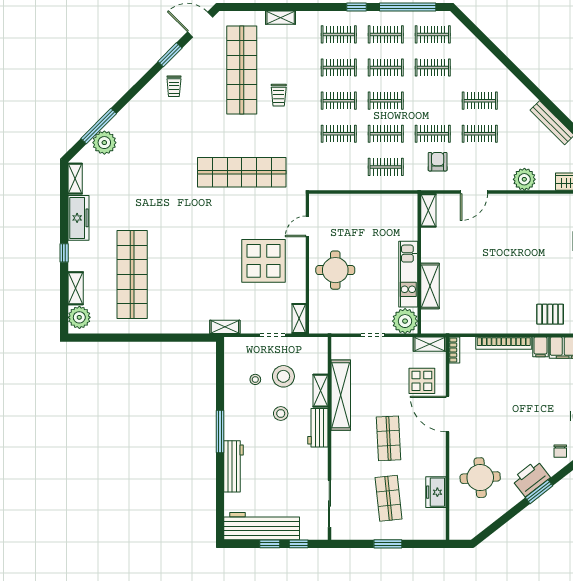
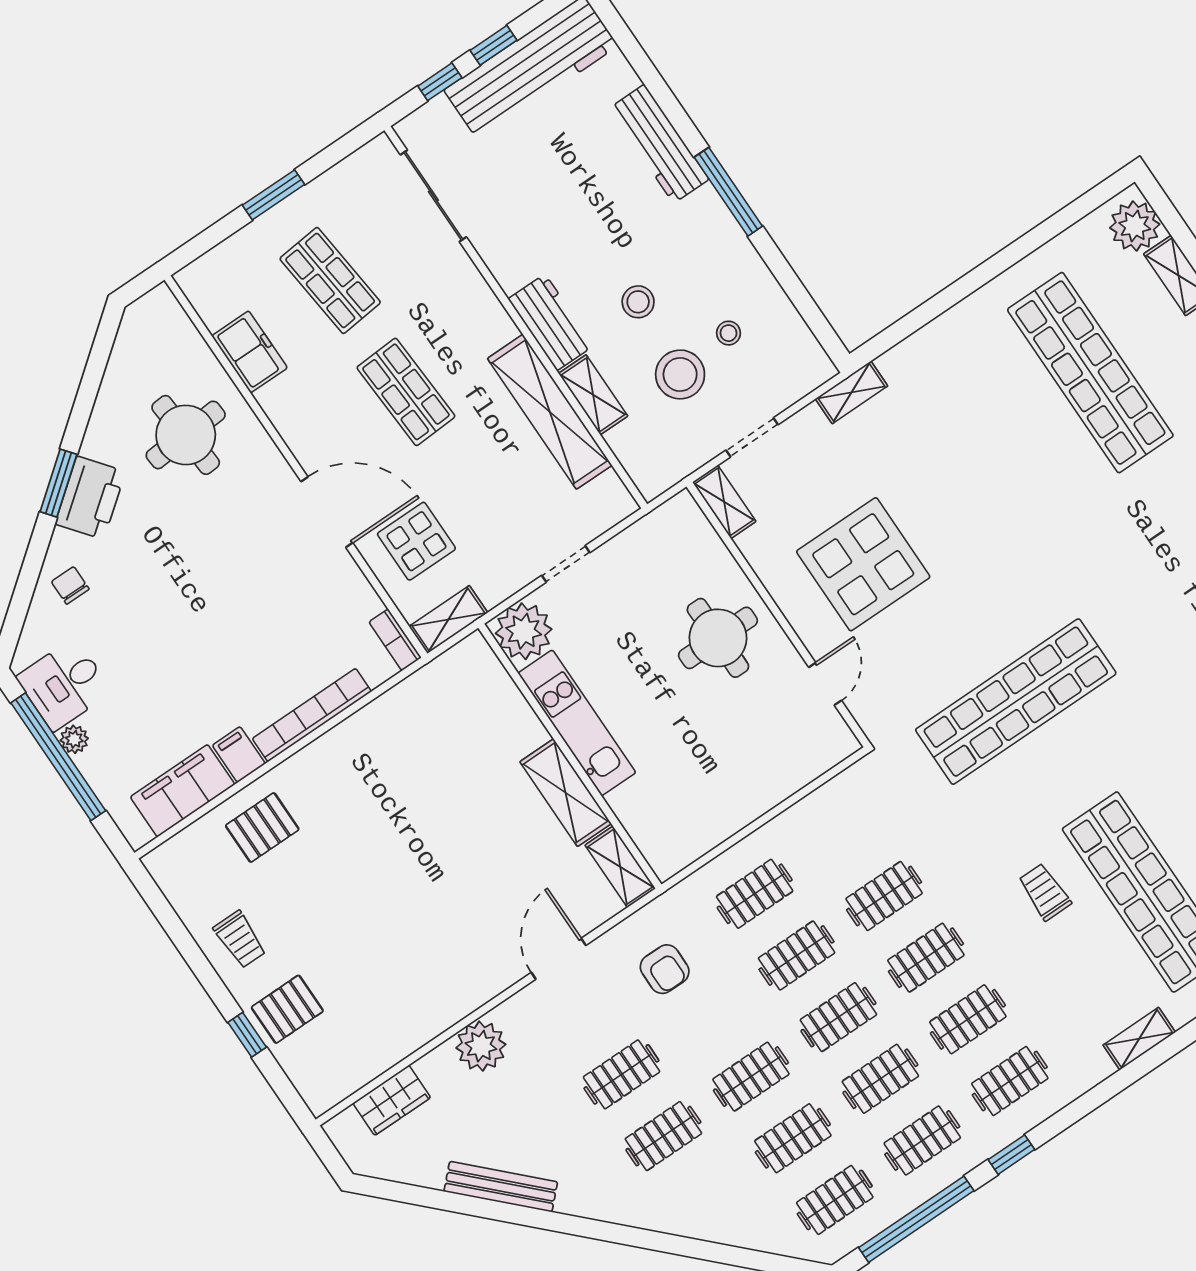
clothes rail: (433, 134) -> (751, 1077), moved
shelving: (430, 286) -> (566, 793), moved

